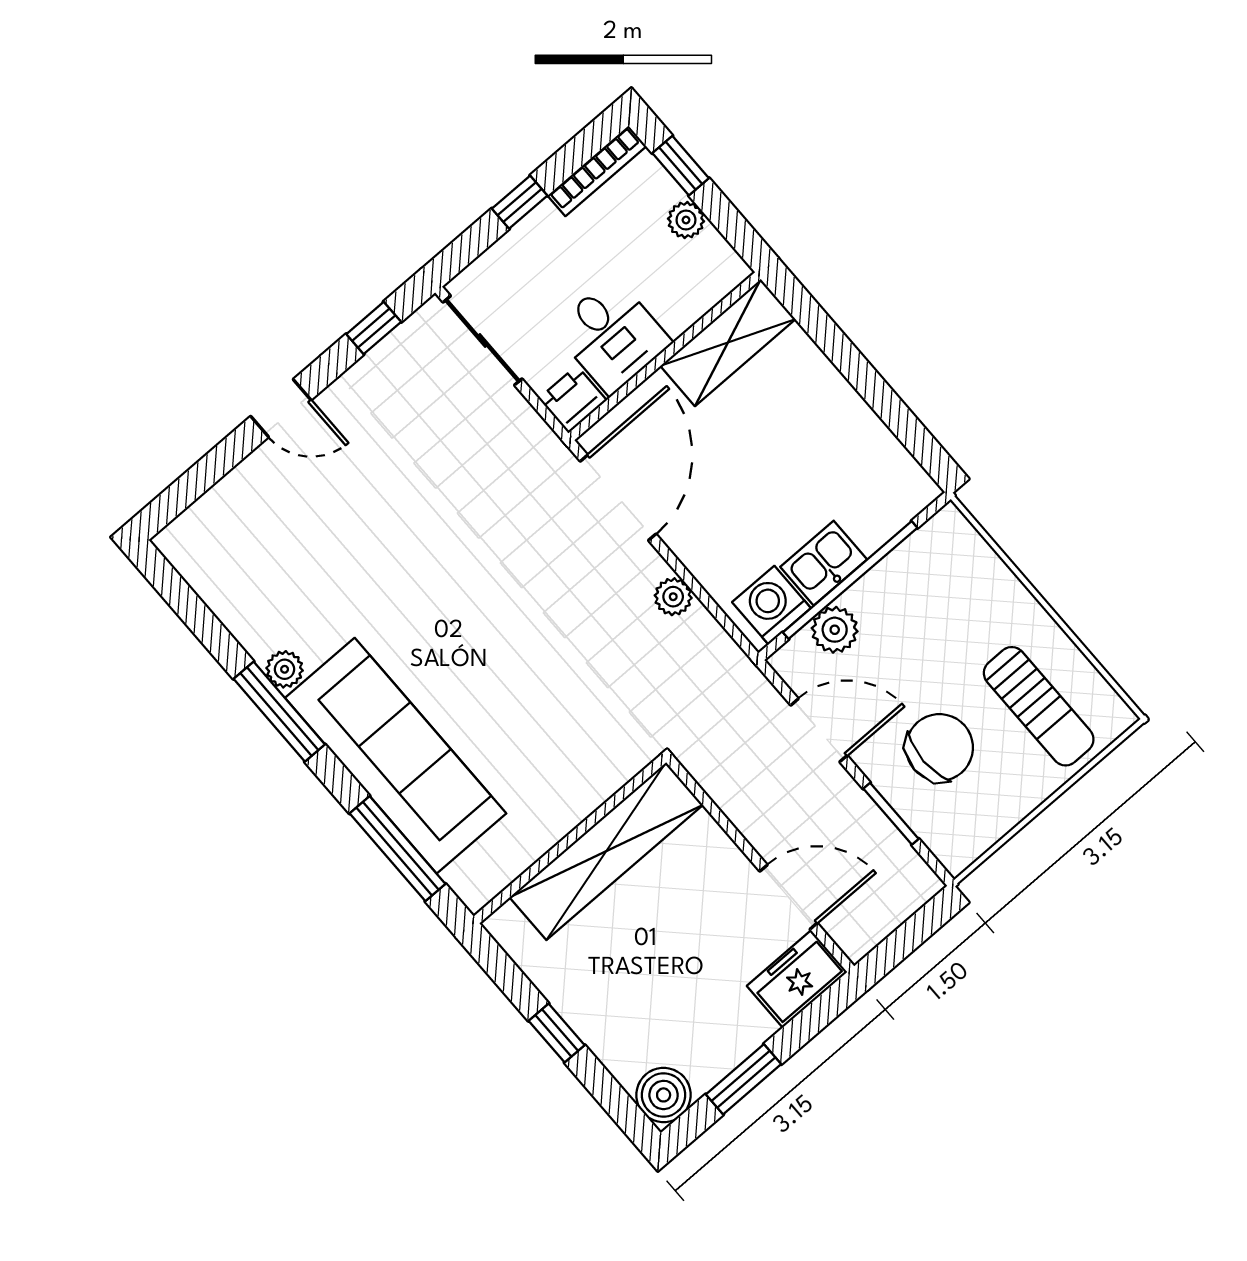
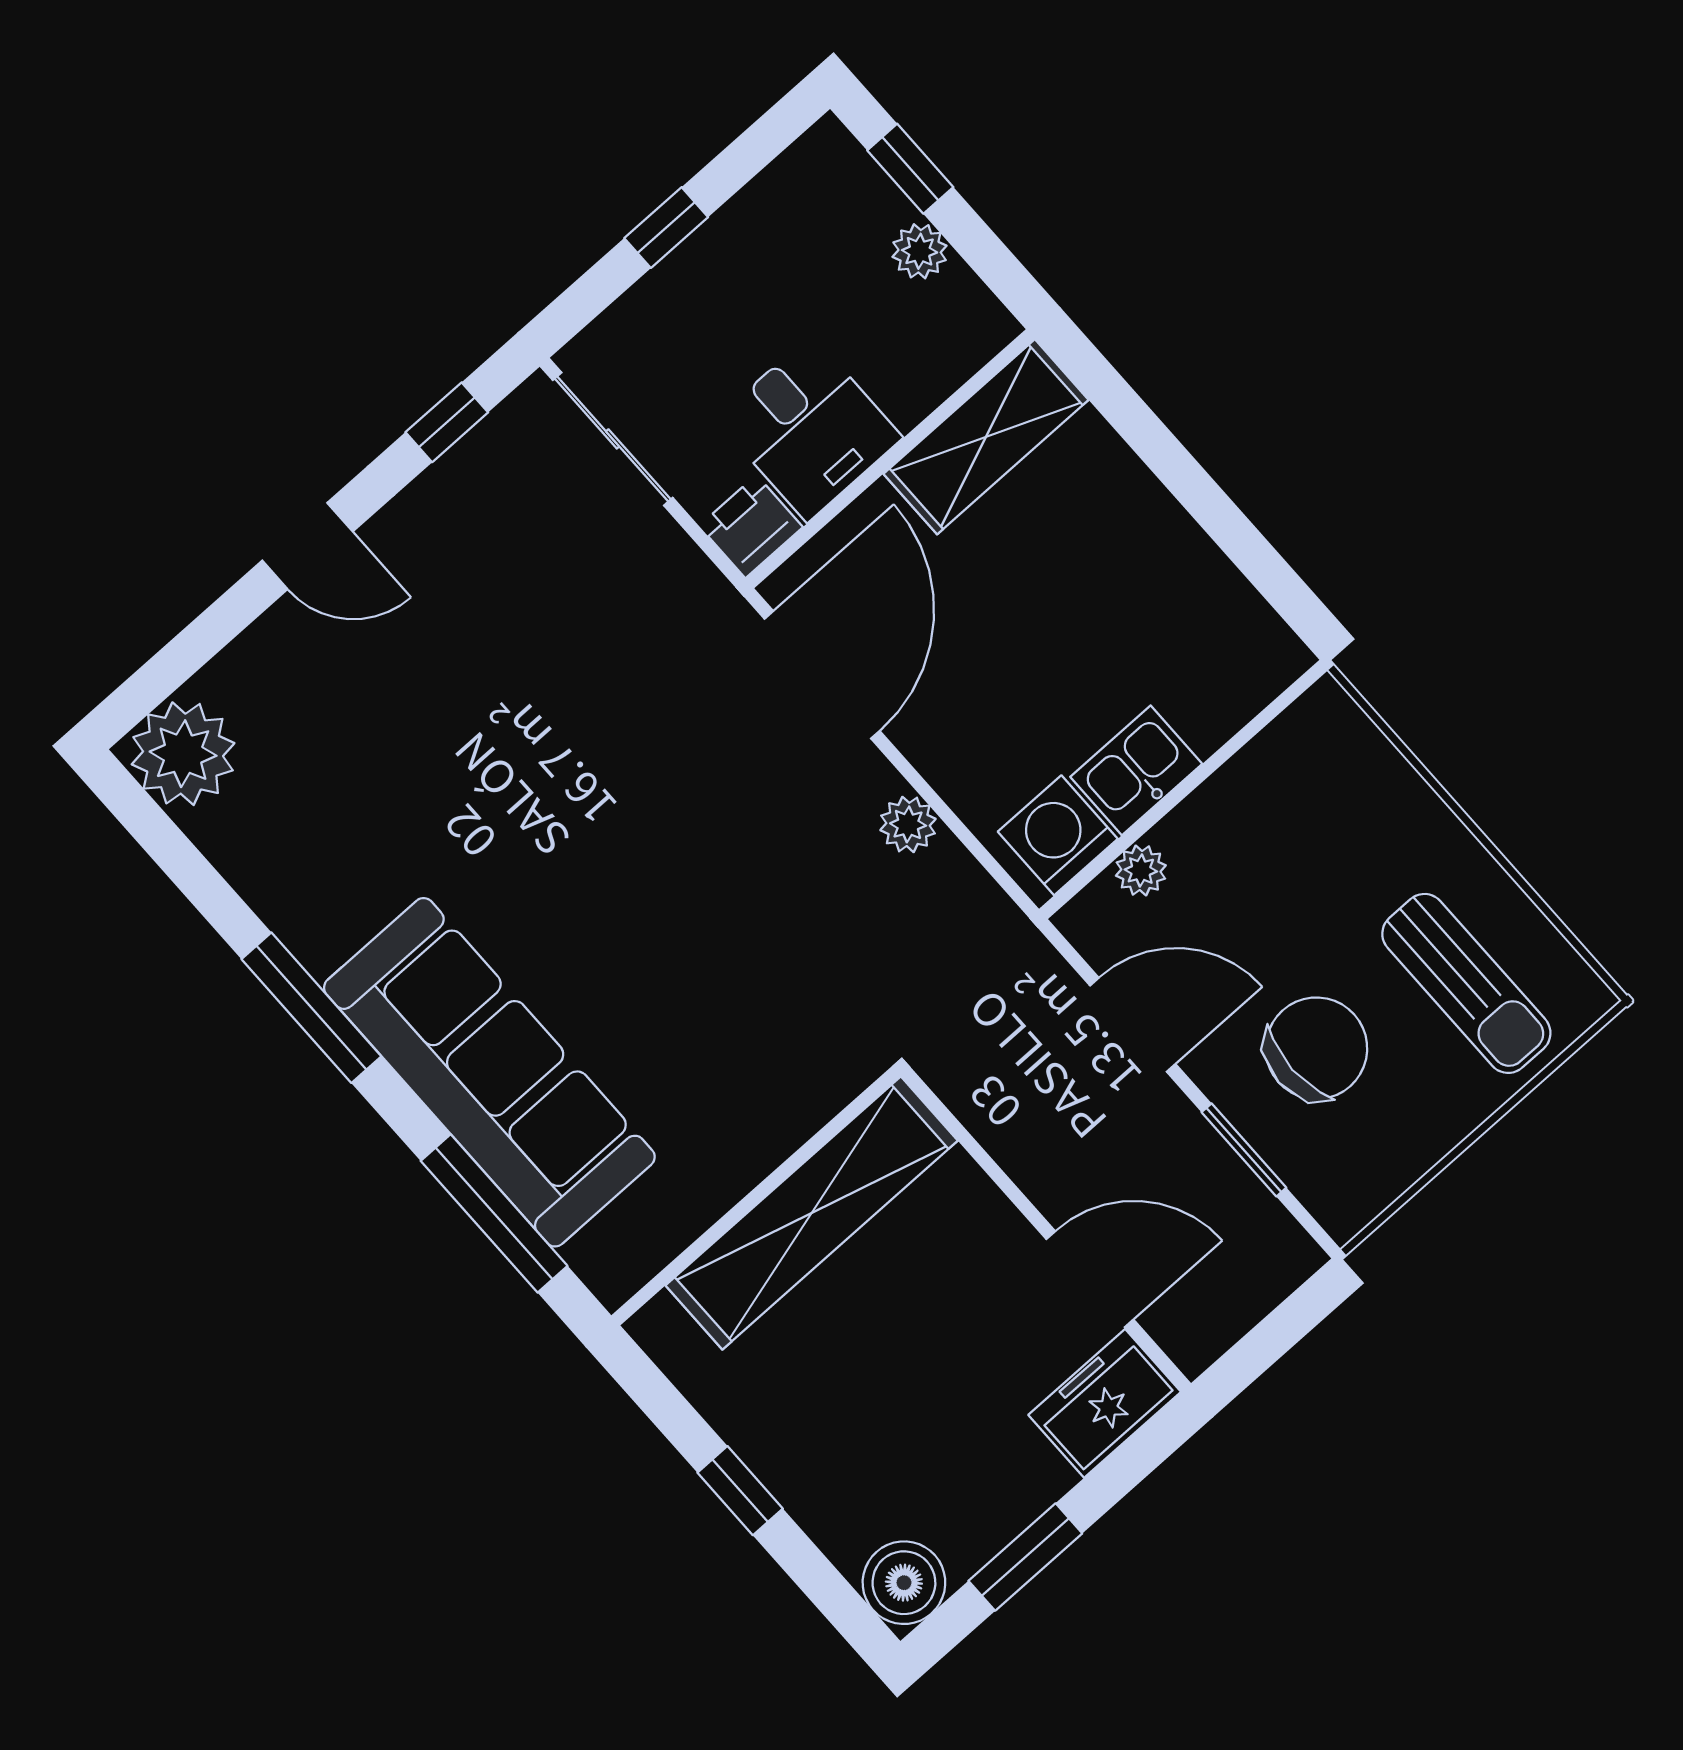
bookcase: (597, 171) -> (783, 179), removed
window: (850, 580) -> (1177, 795), removed
plant: (835, 630) -> (1141, 871), width x0.73, depth x0.73
plant: (285, 669) -> (183, 754), moved, width x1.88, depth x1.88

